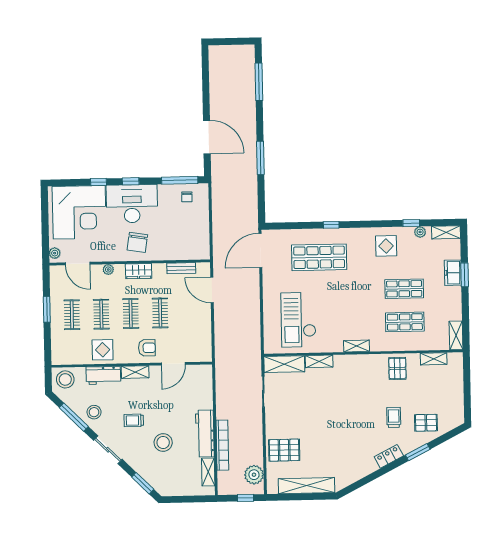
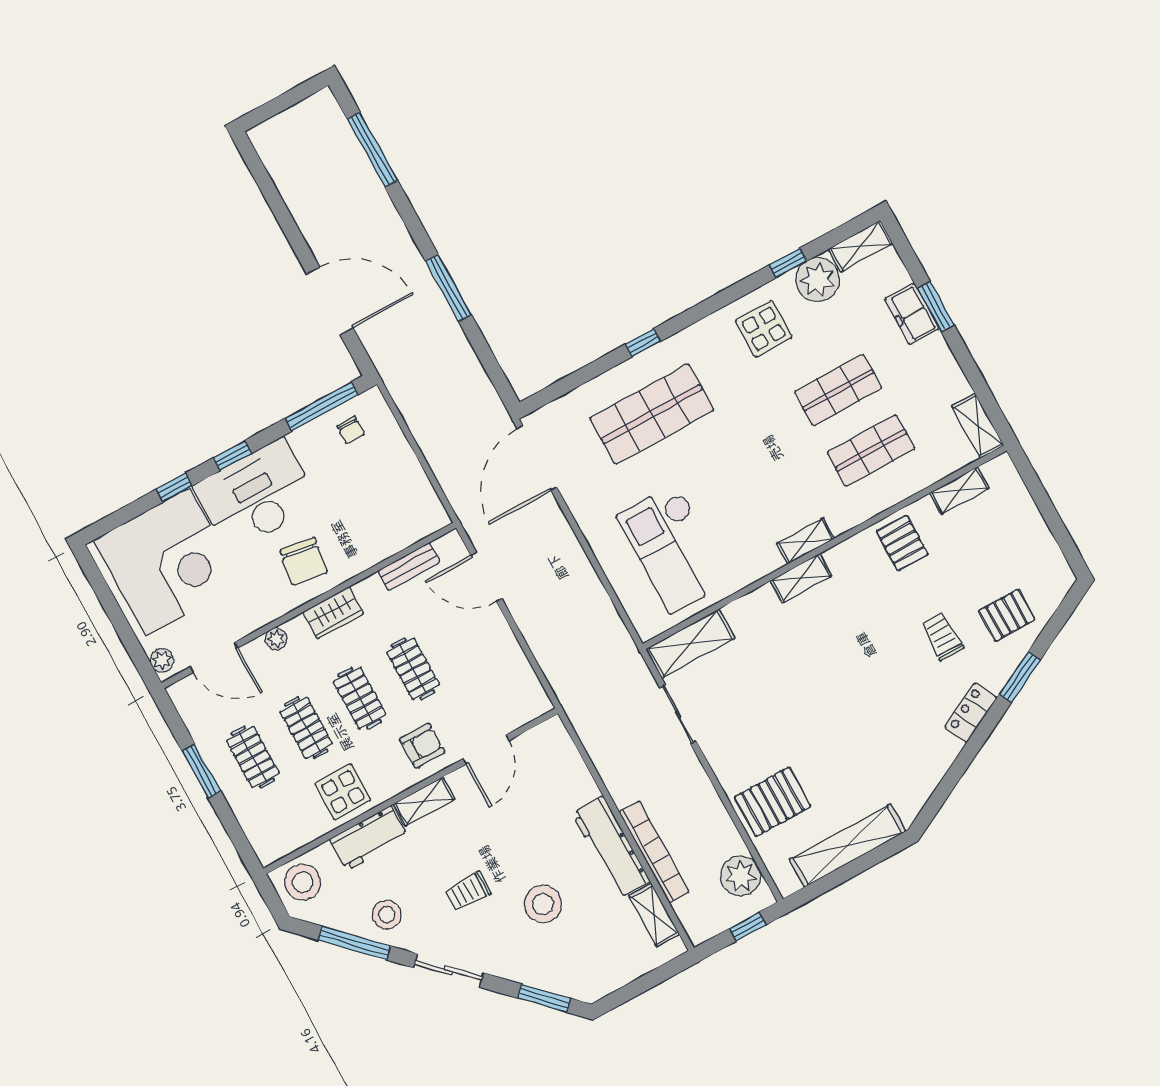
plant: (420, 232) -> (818, 280), width x1.88, depth x1.88
shelving: (319, 361) -> (801, 578), moved

